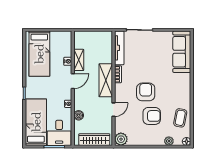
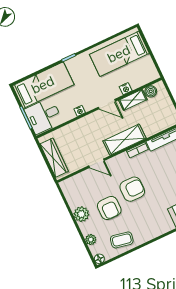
boiler: (79, 115) -> (151, 91), moved
plant: (121, 139) -> (81, 214), moved

